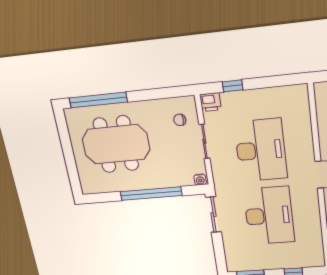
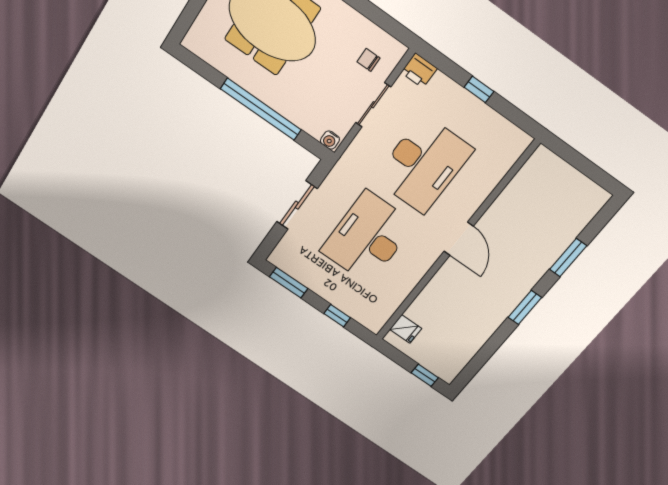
window: (233, 86) -> (479, 89), moved
sliding door: (213, 215) -> (297, 205), moved
desk: (269, 216) -> (367, 238), turned 180

